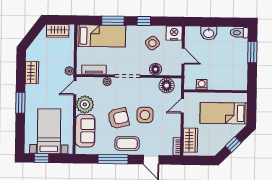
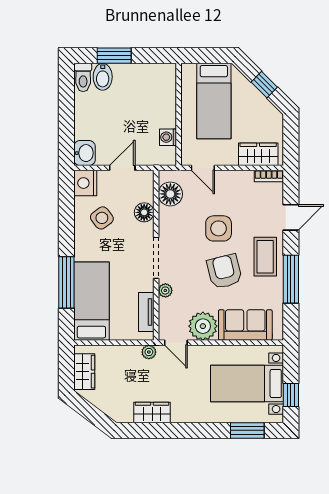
window: (113, 21) -> (66, 282), width x1.44
window: (144, 21) -> (66, 232), removed
washbasin: (209, 33) -> (85, 153), moved
bidet: (240, 45) -> (103, 77), added
window: (20, 103) -> (247, 430), moved

